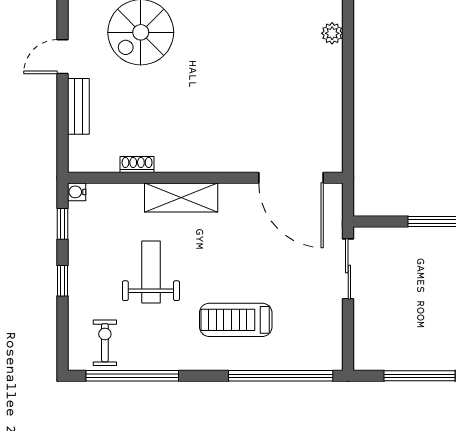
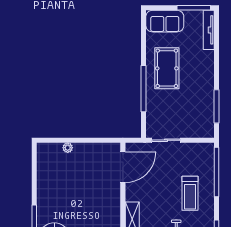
plant: (332, 33) -> (68, 148), moved

